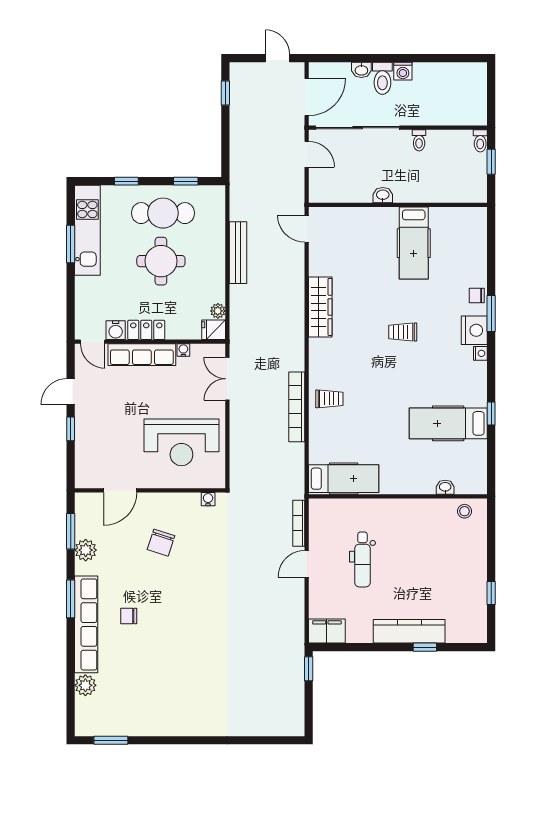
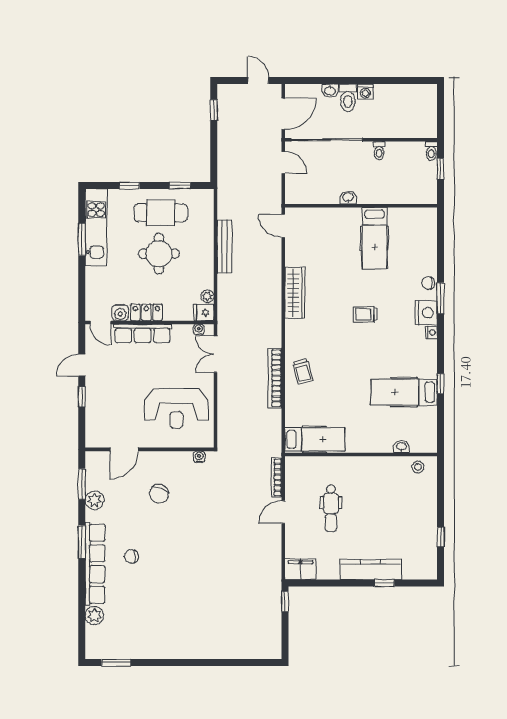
water cooler: (183, 350) -> (199, 330), moved
trolley: (329, 399) -> (303, 371), turned 75

